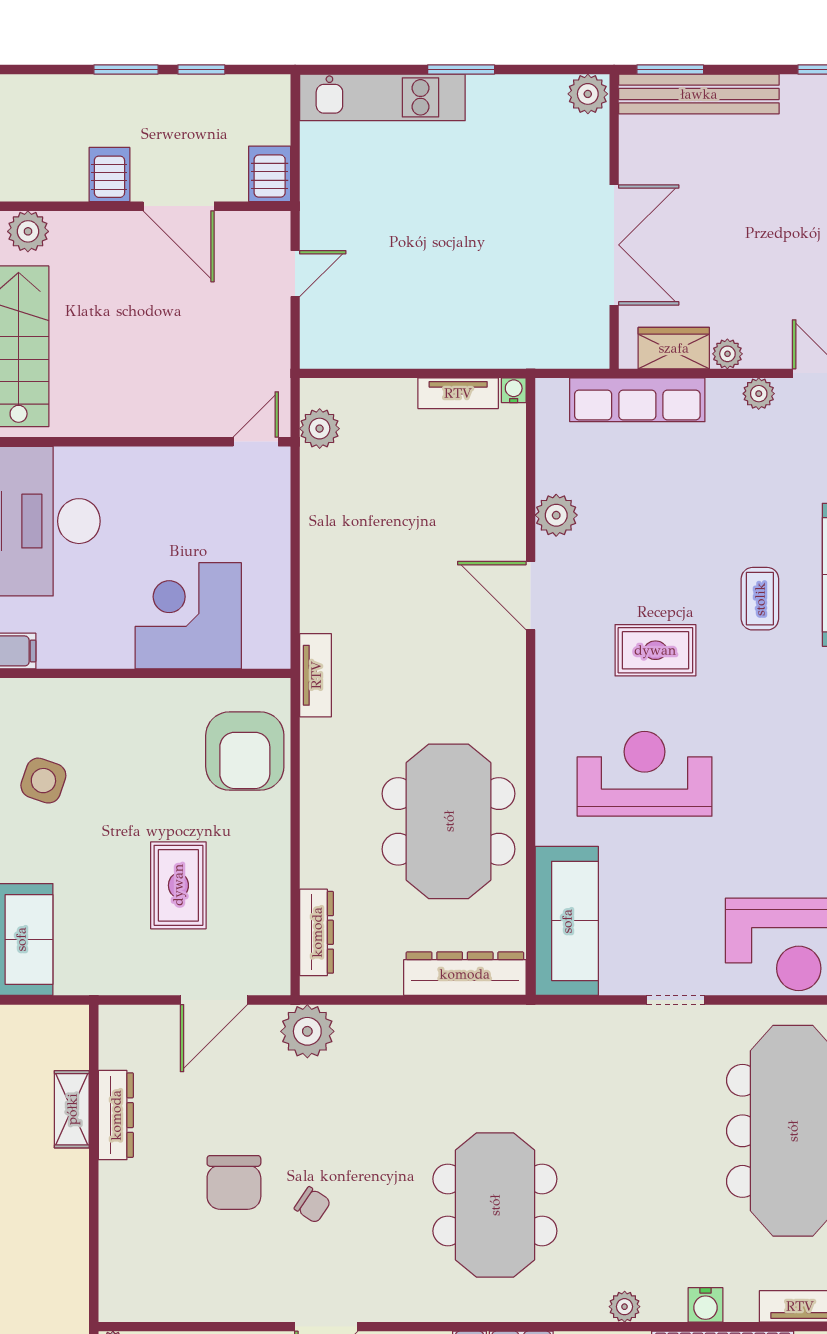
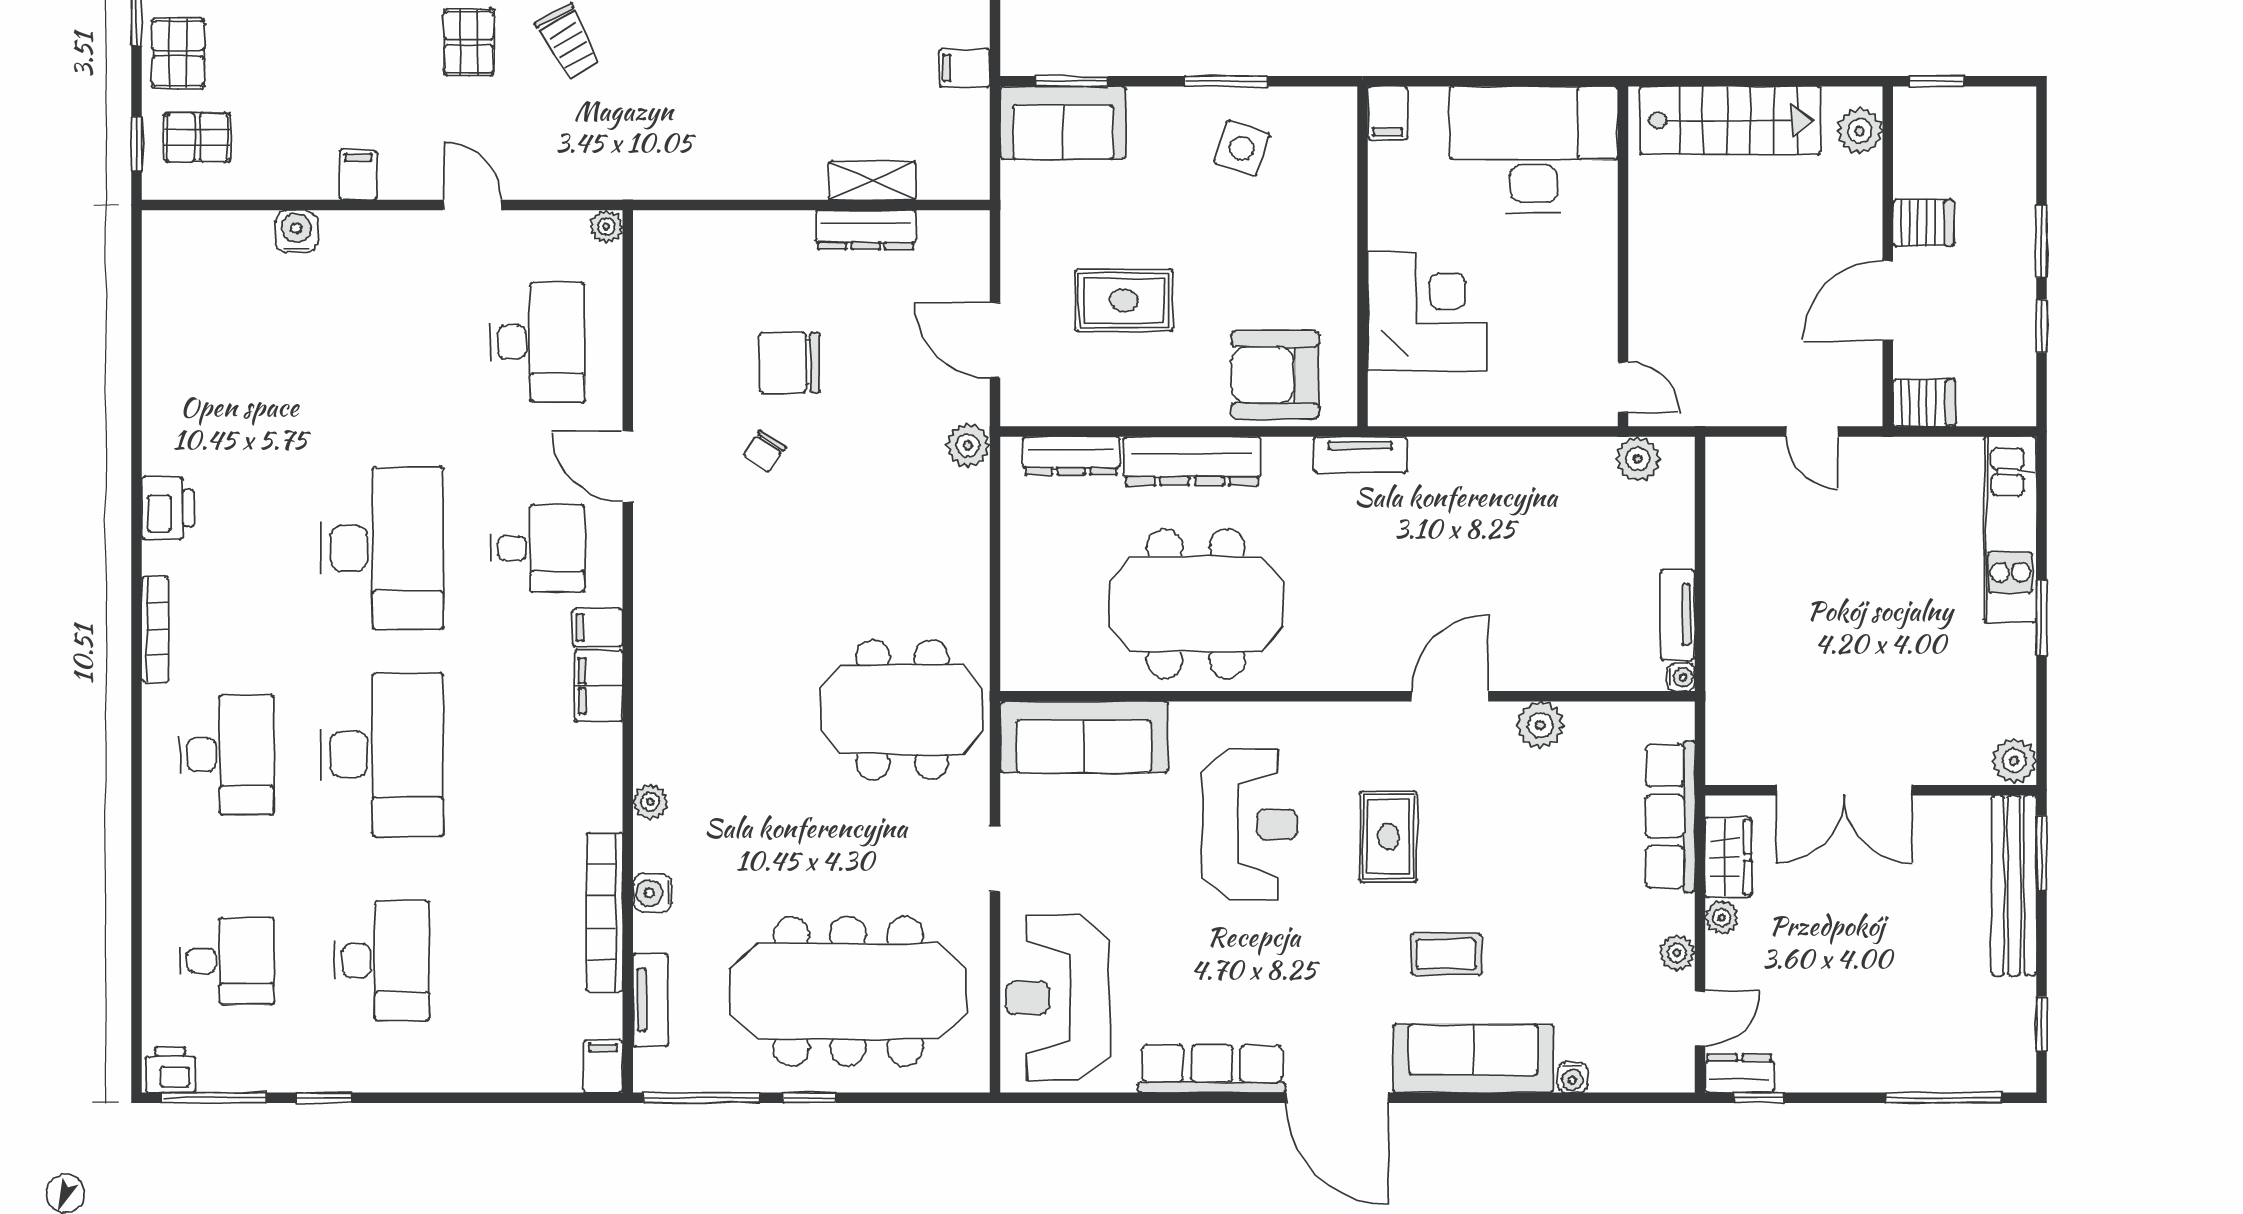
dresser: (465, 974) -> (1192, 461), moved, turned 90
plant: (307, 1031) -> (968, 445), width x0.73, depth x0.73
meeting table: (495, 1205) -> (902, 710), moved

